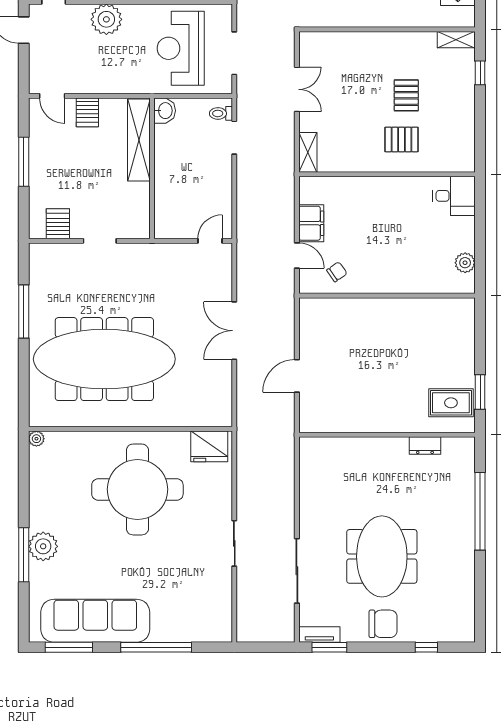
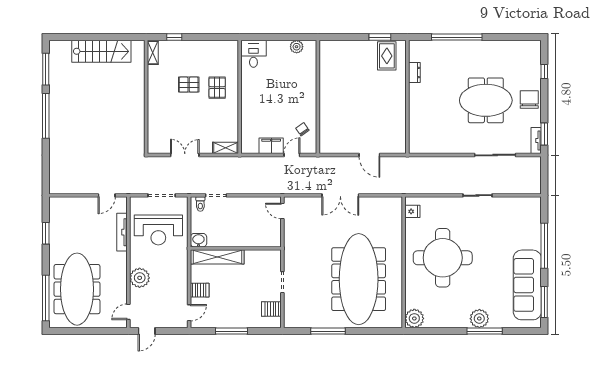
plant: (36, 439) -> (414, 318), width x1.87, depth x1.87
fridge: (209, 446) -> (412, 211), width x0.53, depth x0.75

